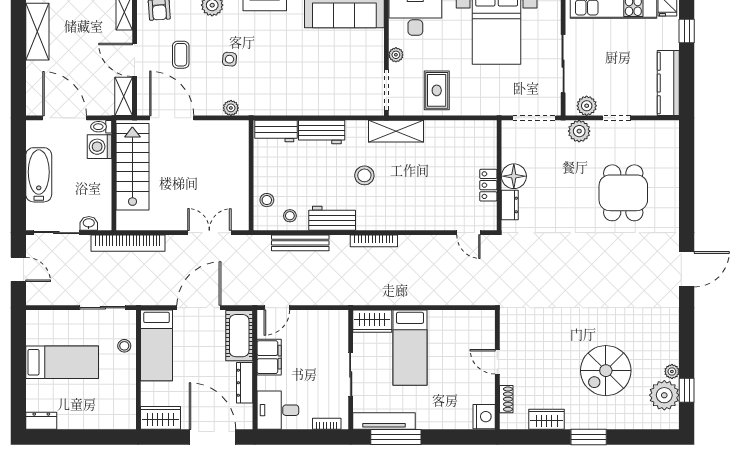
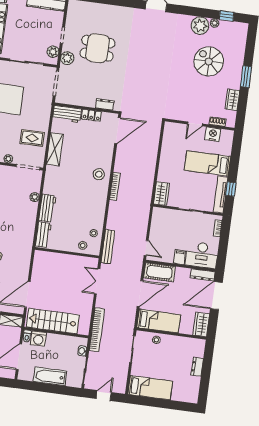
plant: (231, 108) -> (35, 197), moved
shelving: (396, 131) -> (55, 149), moved
stool: (364, 175) -> (99, 174), moved
floor lamp: (514, 176) -> (88, 100), removed
dining table: (623, 193) -> (97, 48), moved
workbench: (332, 218) -> (67, 114), moved, turned -90
door: (468, 233) -> (117, 131), width x1.88
bench: (300, 243) -> (108, 247), moved
door: (199, 308) -> (140, 293), swing flipped
bed: (410, 348) -> (207, 163), moved, turned 180
filing cabinet: (269, 357) -> (180, 257), width x0.50
bed: (62, 362) -> (150, 388), moved, turned 90
spiral stairs: (606, 371) -> (209, 61), turned 180
dresser: (245, 383) -> (203, 275), moved
plant: (664, 395) -> (200, 26), moved
desk: (278, 410) -> (202, 255), width x1.37
nightstand: (484, 417) -> (213, 134), moved
dresser: (41, 421) -> (197, 367), moved
window: (396, 437) -> (231, 189), width x0.46

